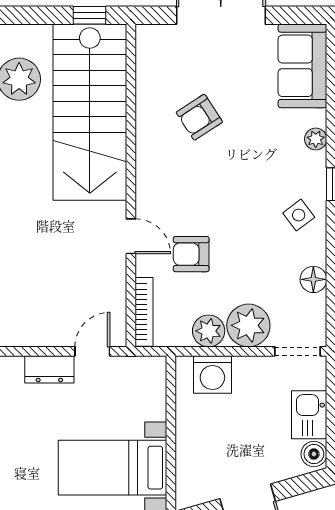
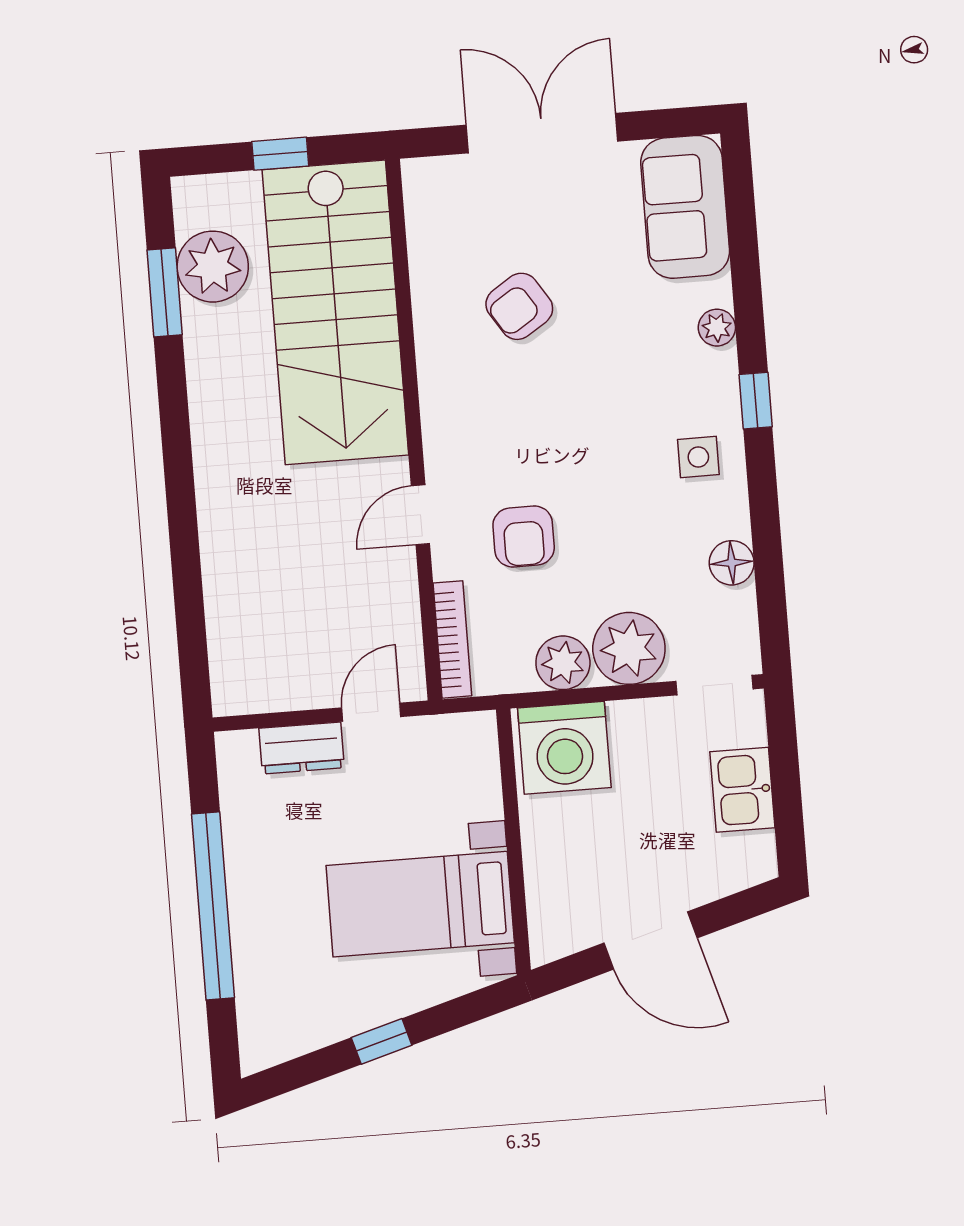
window: (89, 15) -> (280, 154), moved
side table: (299, 215) -> (698, 457), turned 37
door: (131, 236) -> (420, 515), swing flipped
armchair: (191, 254) -> (524, 536), turned -90
washing machine: (212, 374) -> (564, 748), width x1.37, depth x1.37
boiler: (314, 454) -> (755, 855), removed

